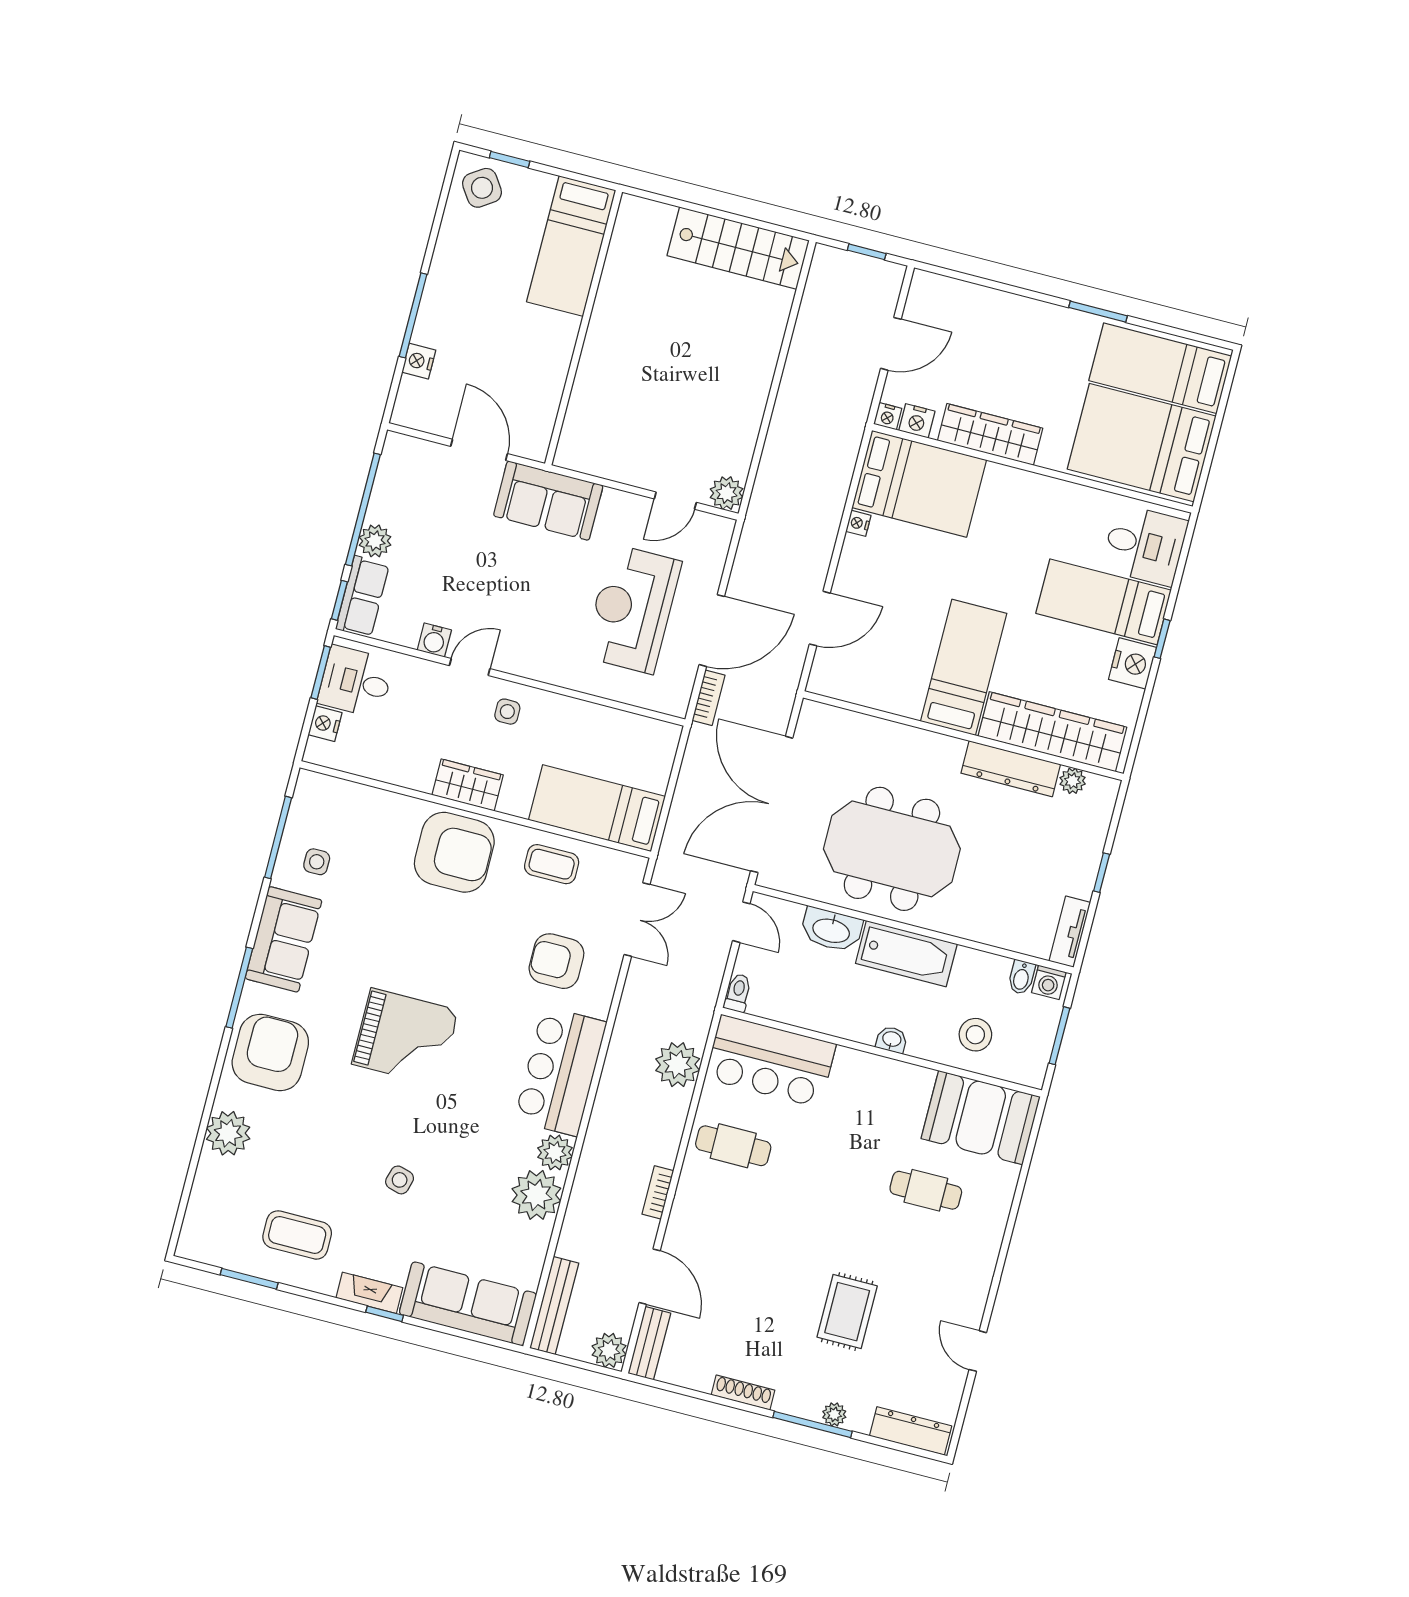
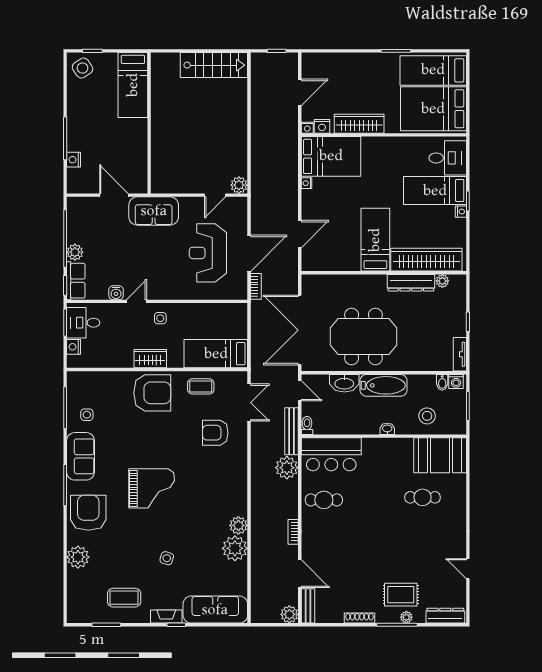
nightstand: (1132, 663) -> (461, 212), width x0.53, depth x0.56
bar counter: (560, 1071) -> (231, 486), removed
bench: (554, 1305) -> (292, 431), moved
rug: (847, 1312) -> (401, 595), moved, turned 90

